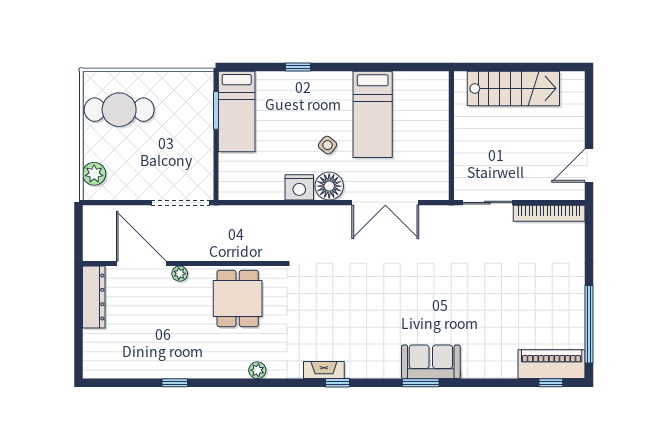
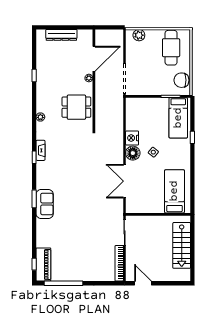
chair: (184, 89) -> (182, 80), added
bed: (237, 112) -> (178, 118), moved, turned -90
bed: (373, 114) -> (174, 191), moved, turned 90
dresser: (94, 297) -> (61, 35), moved

